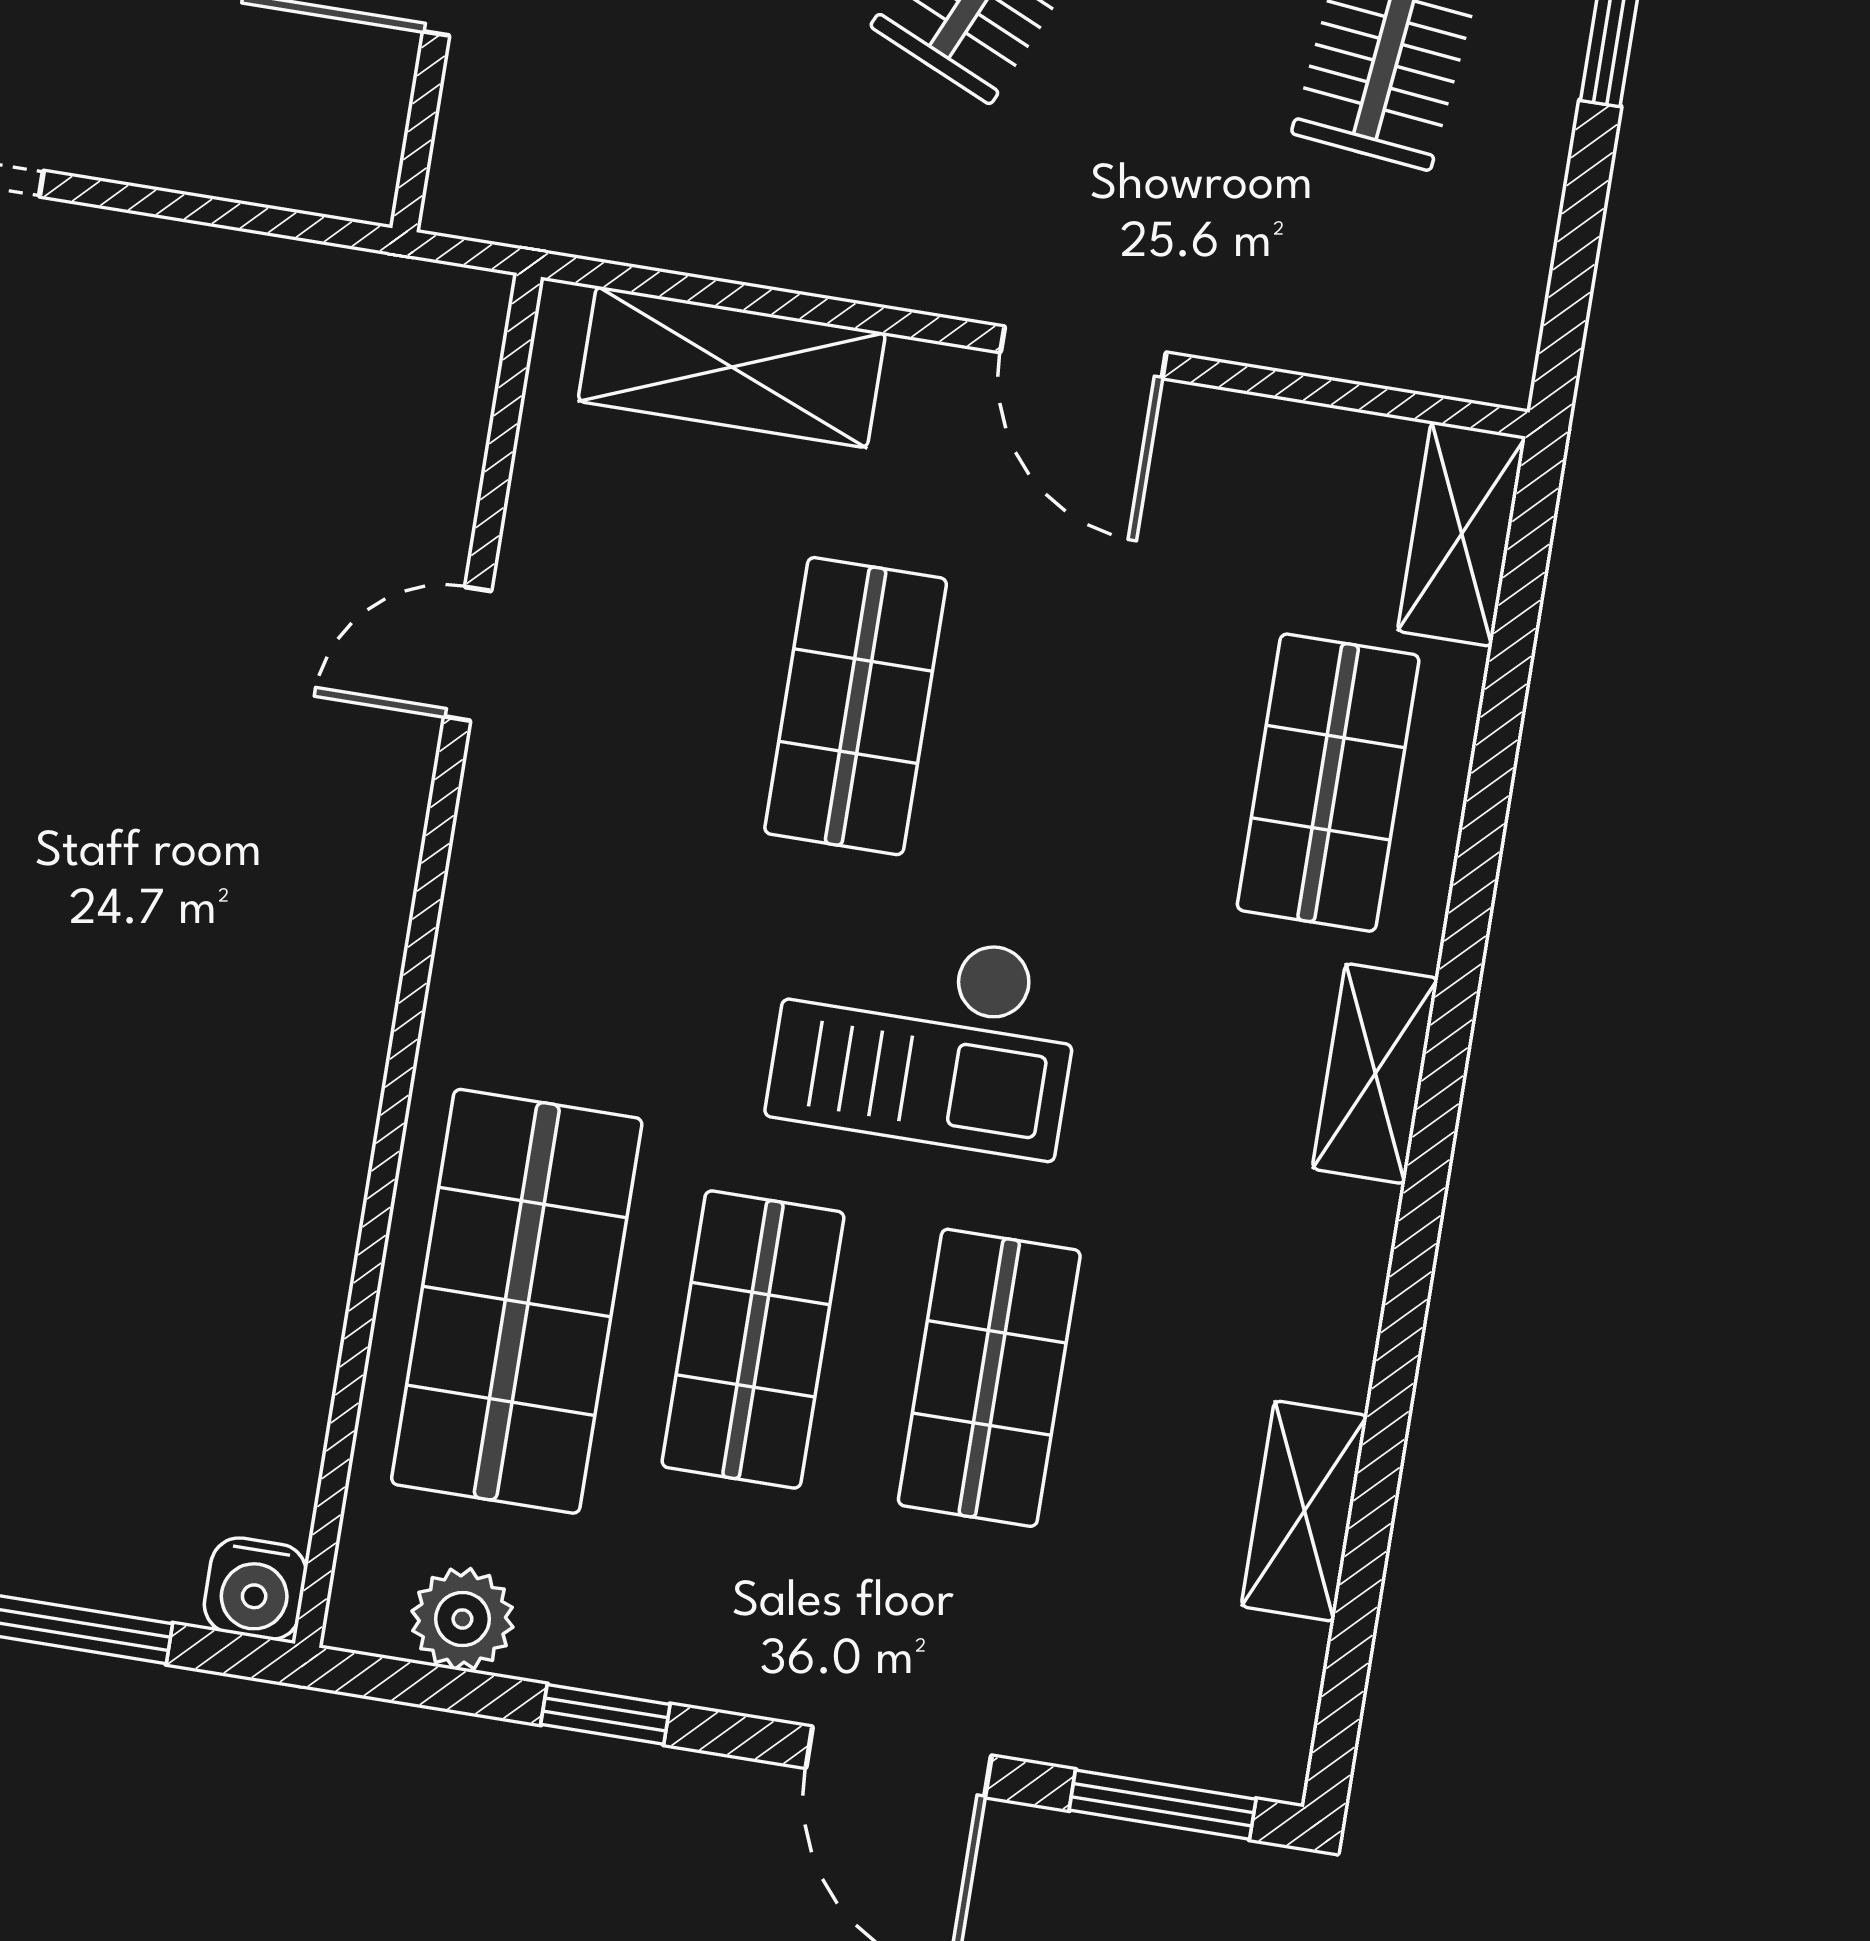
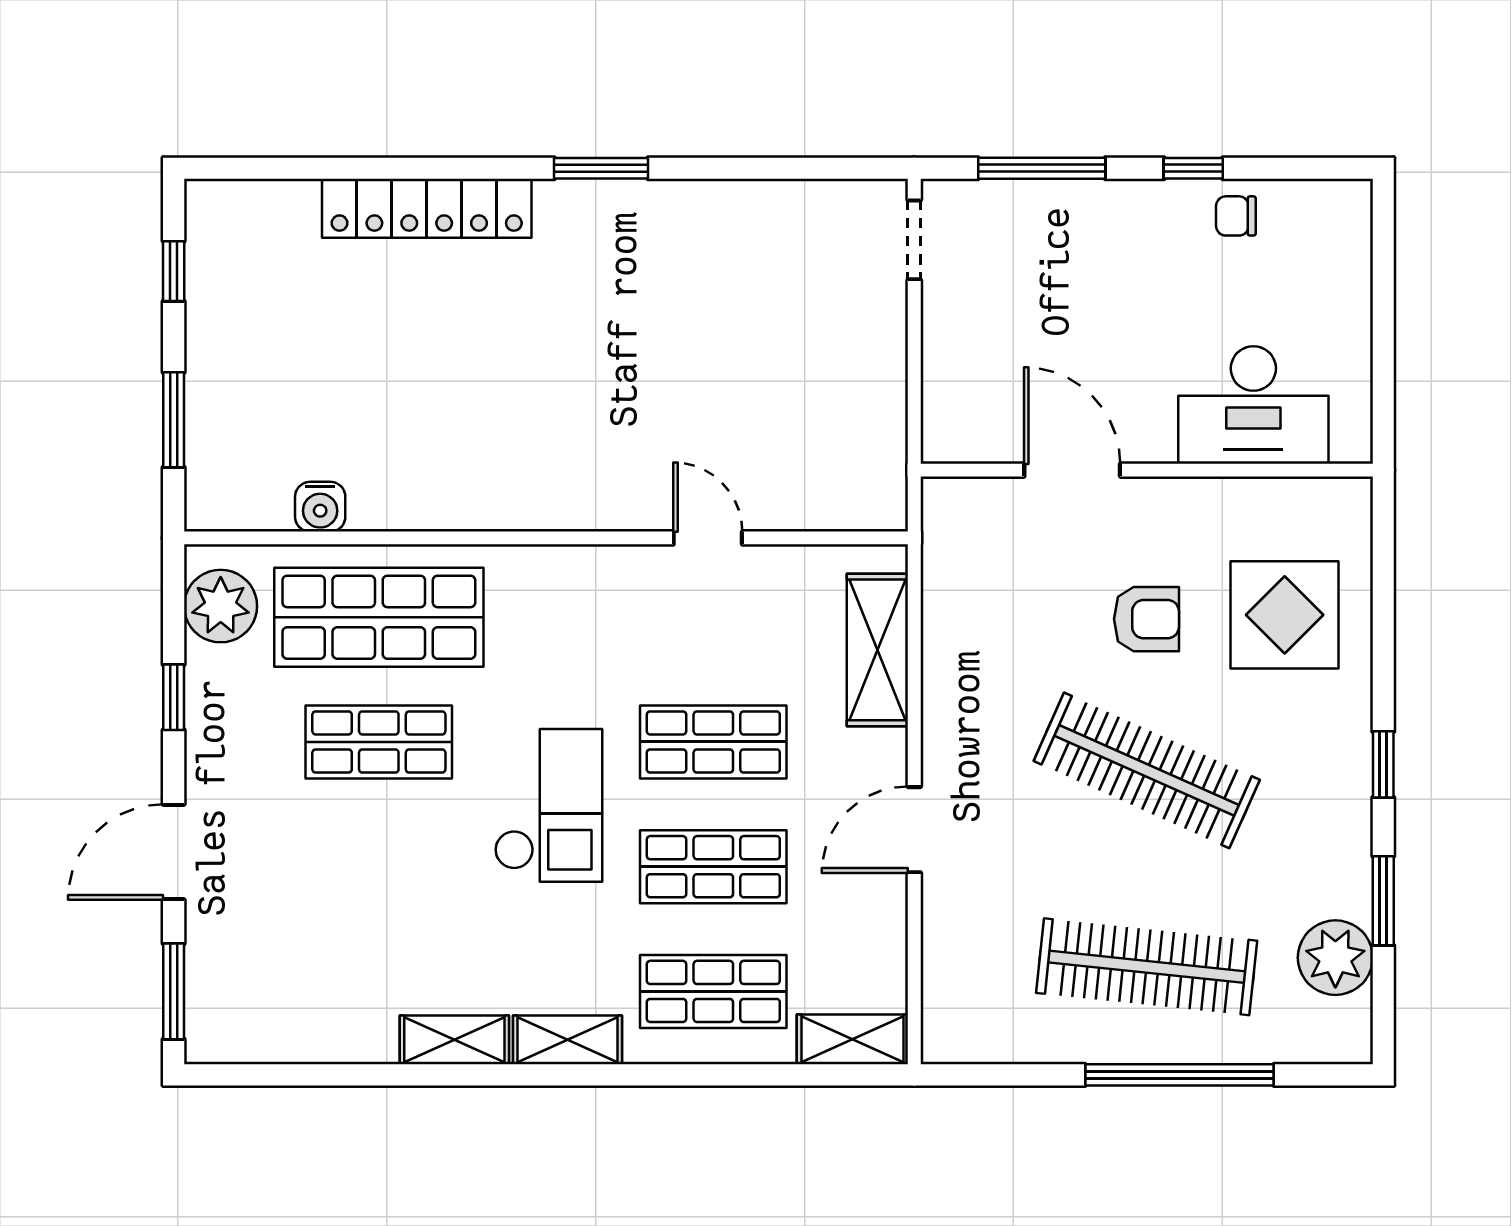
checkout: (925, 1038) -> (548, 805), turned 180
shop shelf: (989, 1378) -> (713, 867), moved
shelving: (1304, 1511) -> (454, 1040), moved
water cooler: (255, 1589) -> (320, 507), moved, turned -90
plant: (462, 1619) -> (221, 606), width x1.36, depth x1.36

